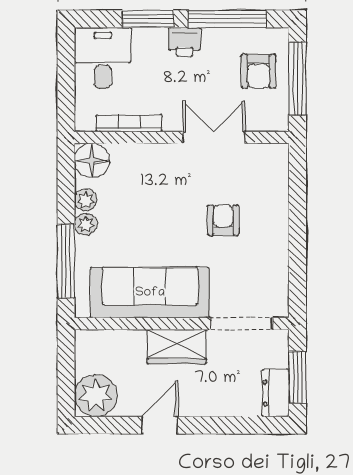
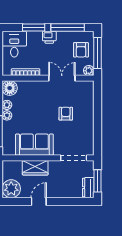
plant: (277, 120) -> (89, 71), added
sofa: (150, 293) -> (34, 145), width x0.73
wardrobe: (177, 346) -> (35, 168), moved

